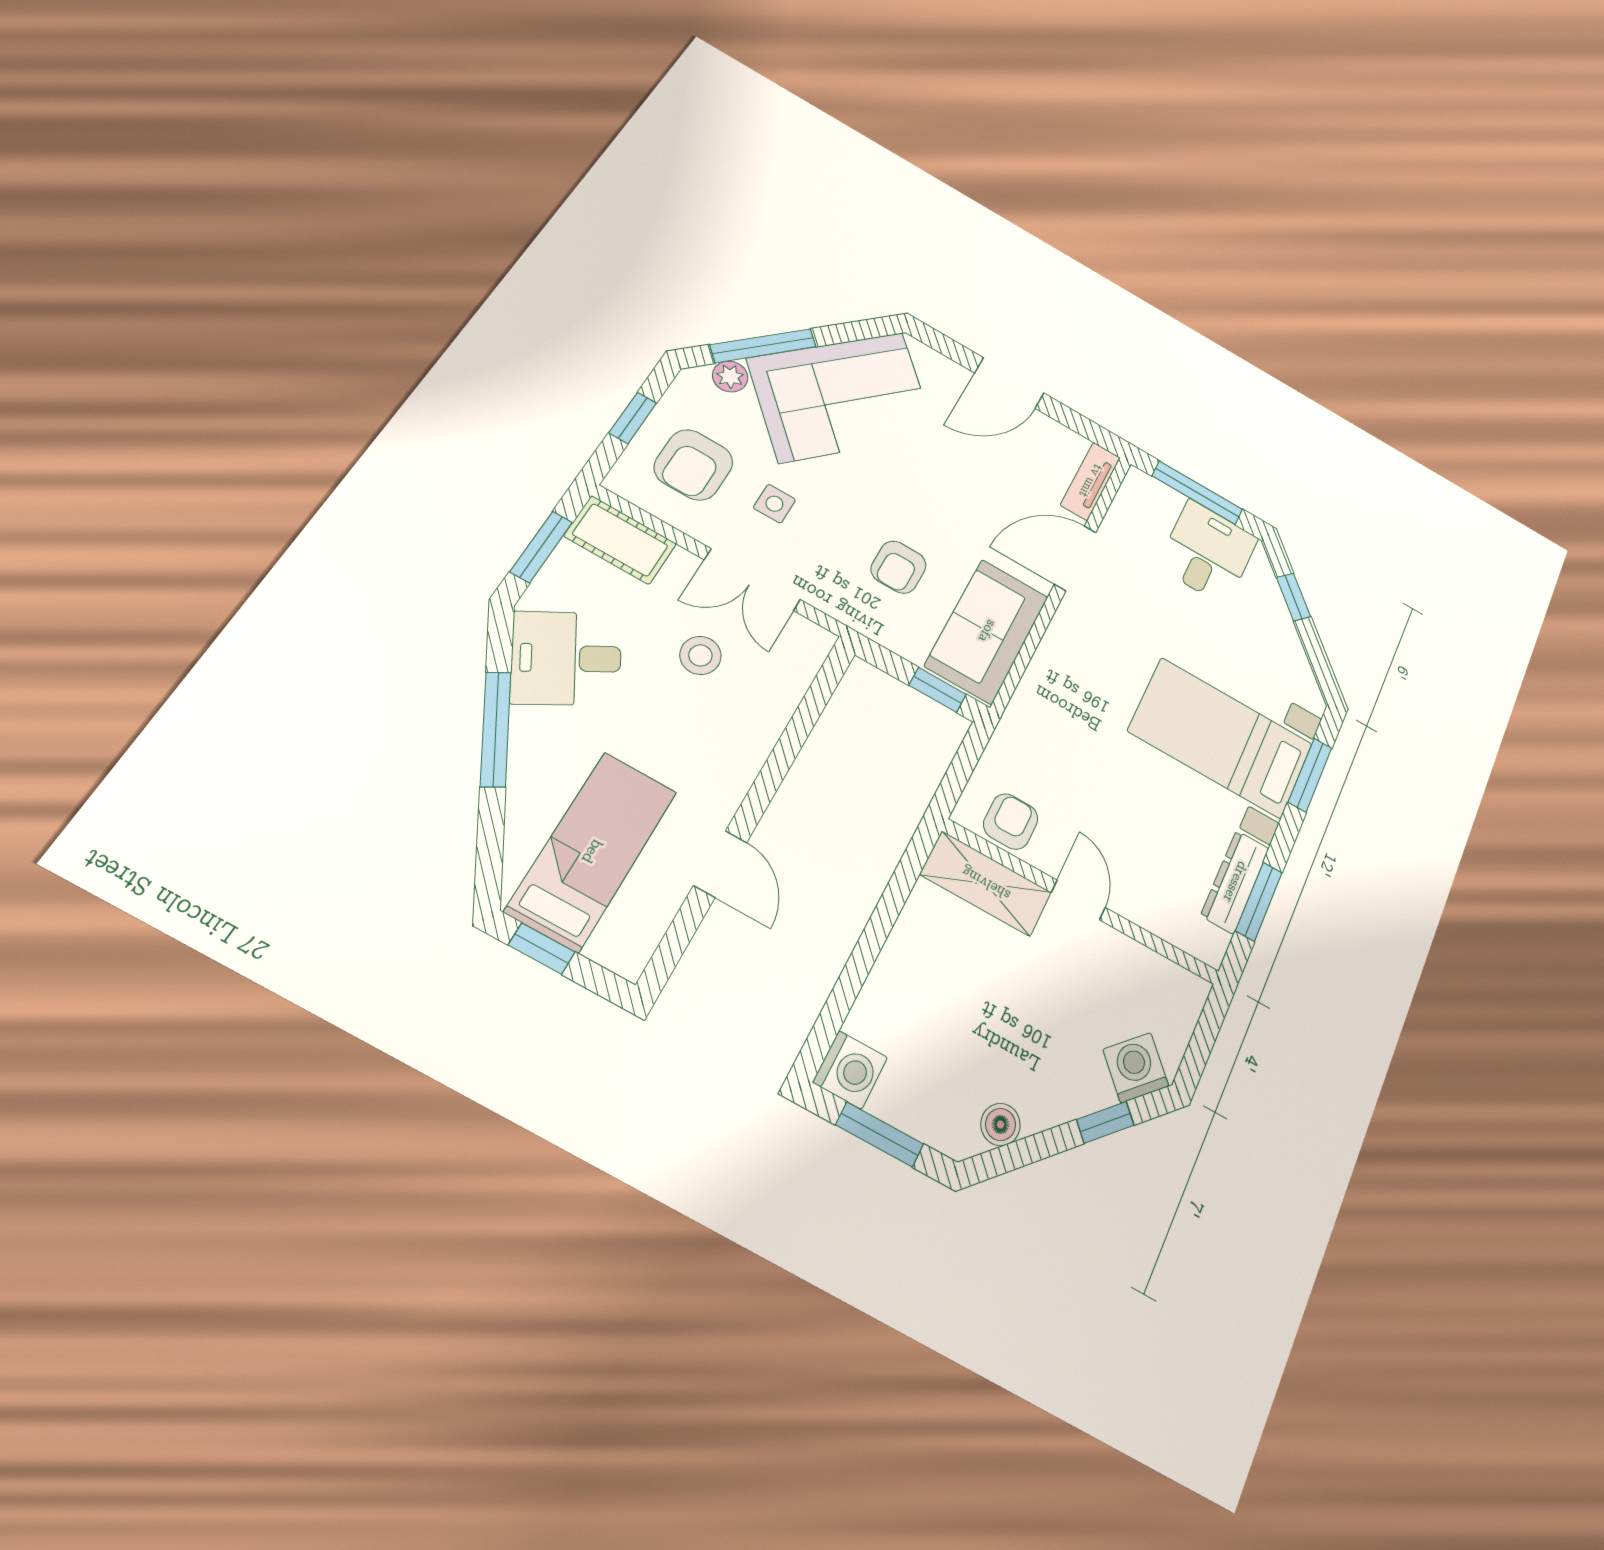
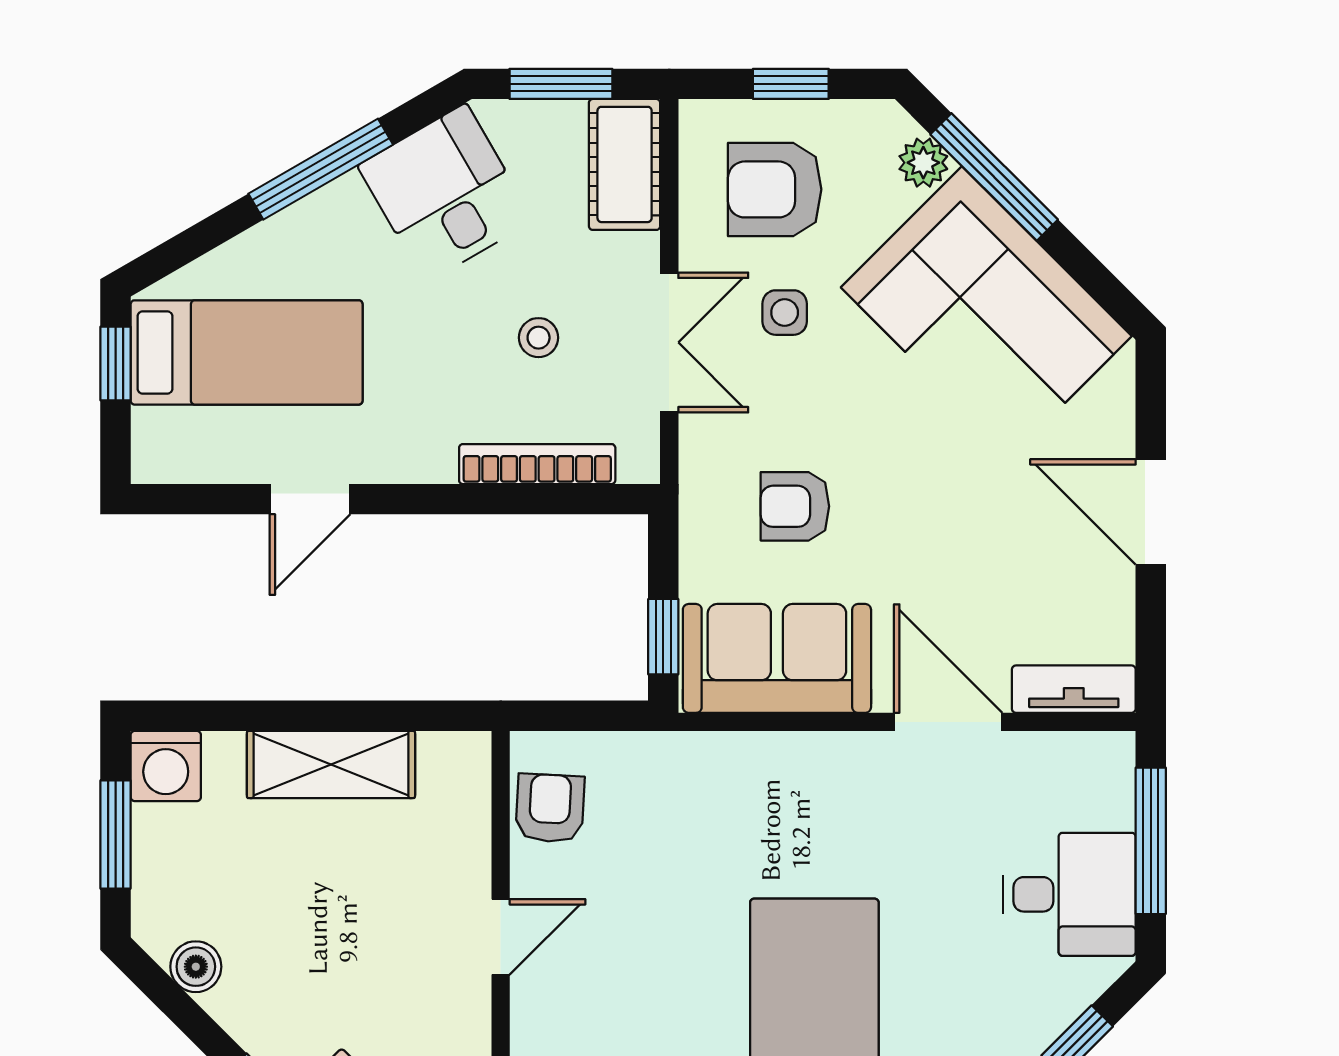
double door: (752, 580) -> (669, 342), swing flipped
stool: (700, 655) -> (539, 338), width x0.73, depth x0.73
bookcase: (783, 703) -> (537, 464), added
armchair: (1011, 821) -> (550, 808), turned -87
shelving: (986, 883) -> (331, 764), moved, turned 90

